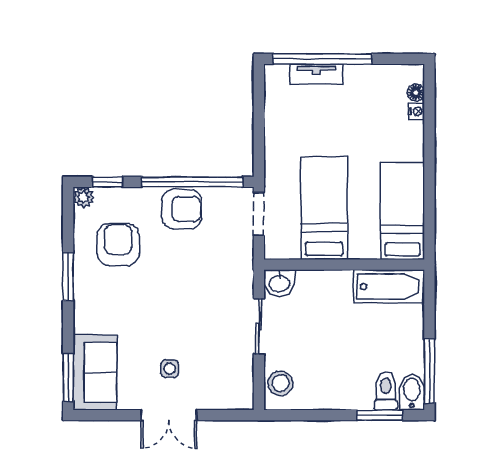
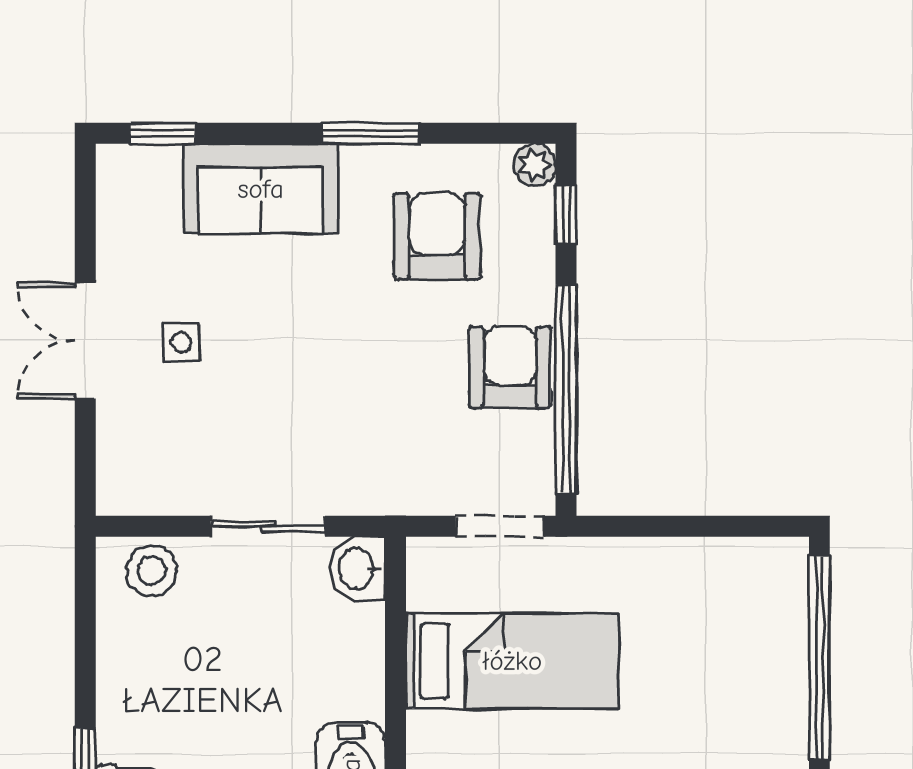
tv unit: (316, 74) -> (788, 645), removed
armchair: (182, 209) -> (510, 367), turned 180
armchair: (118, 245) -> (437, 236), turned -90
sofa: (95, 373) -> (261, 189), moved
window: (68, 378) -> (163, 133), width x0.67

